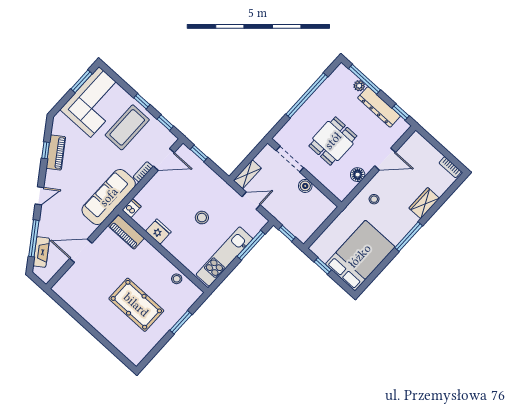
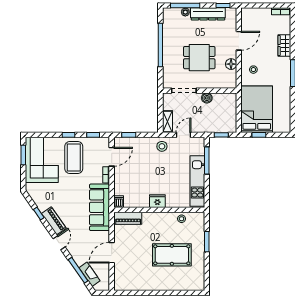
dining table: (333, 141) -> (199, 58), turned 90
piano: (56, 152) -> (54, 221), moved
stool: (202, 218) -> (162, 146), moved
fridge: (158, 232) -> (157, 201), moved
bed: (360, 256) -> (257, 109), moved

